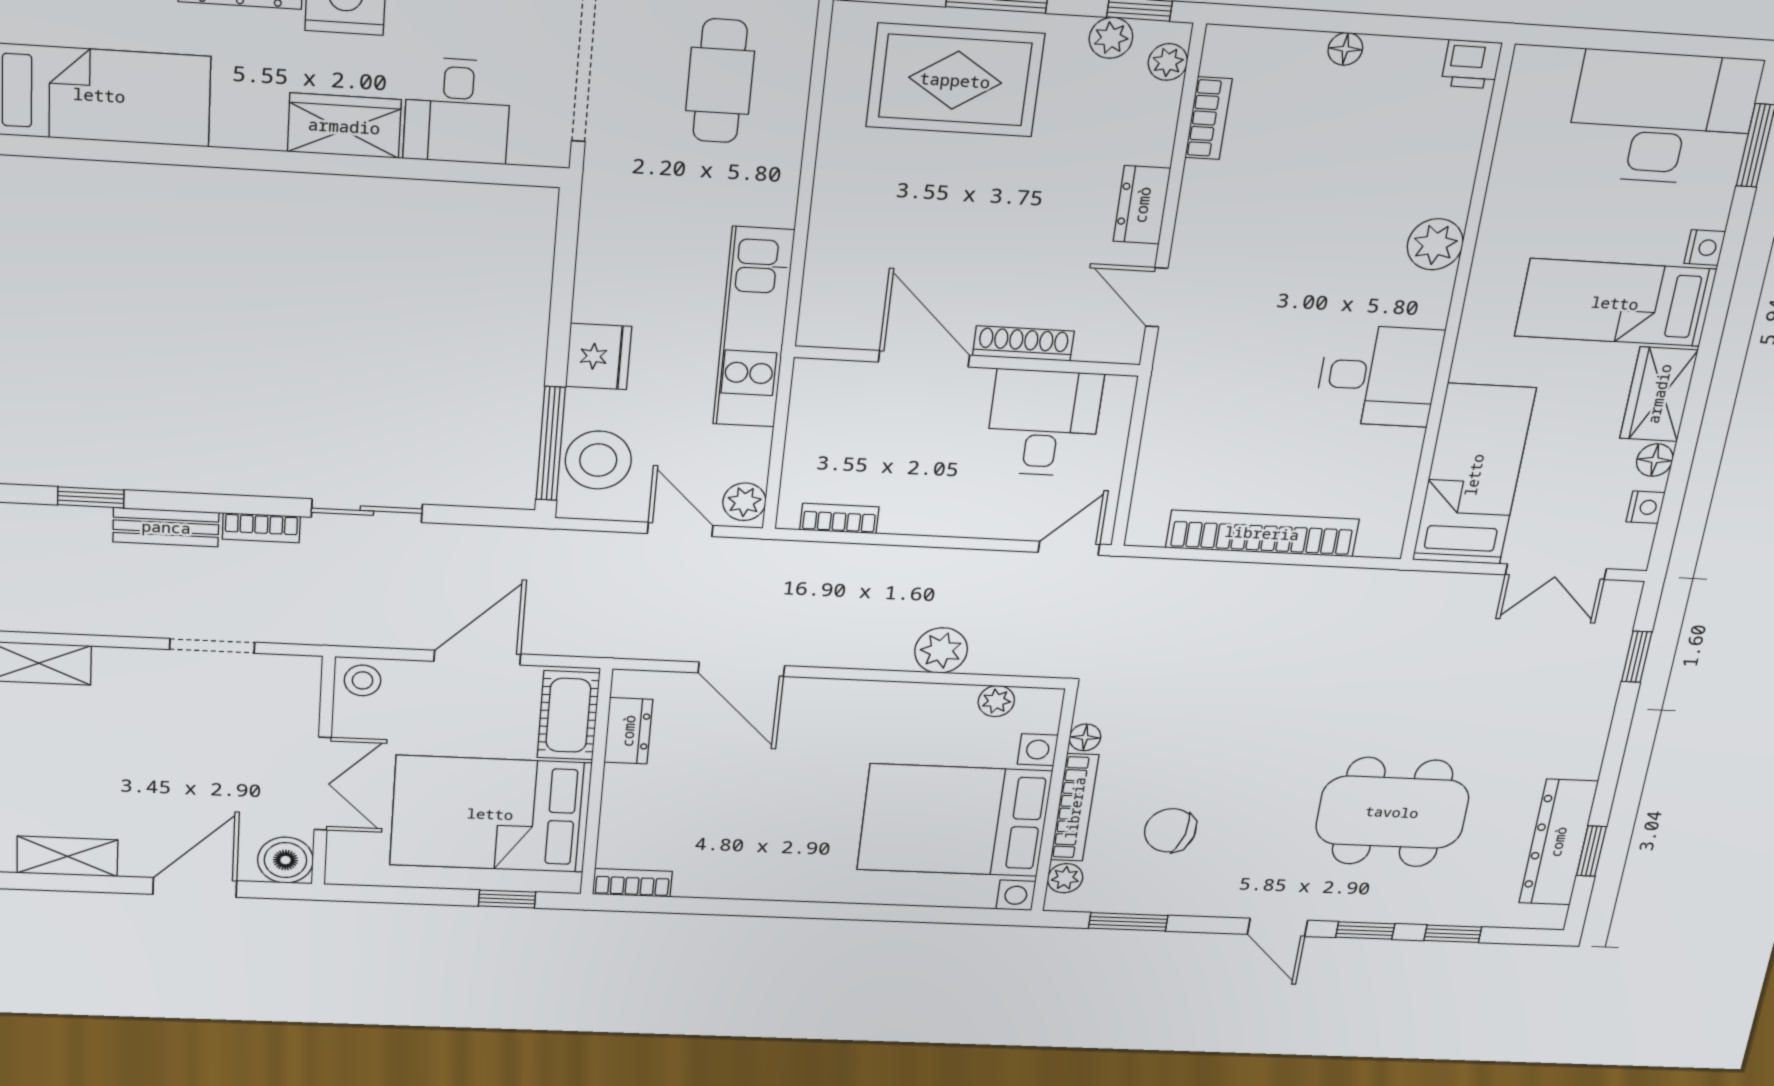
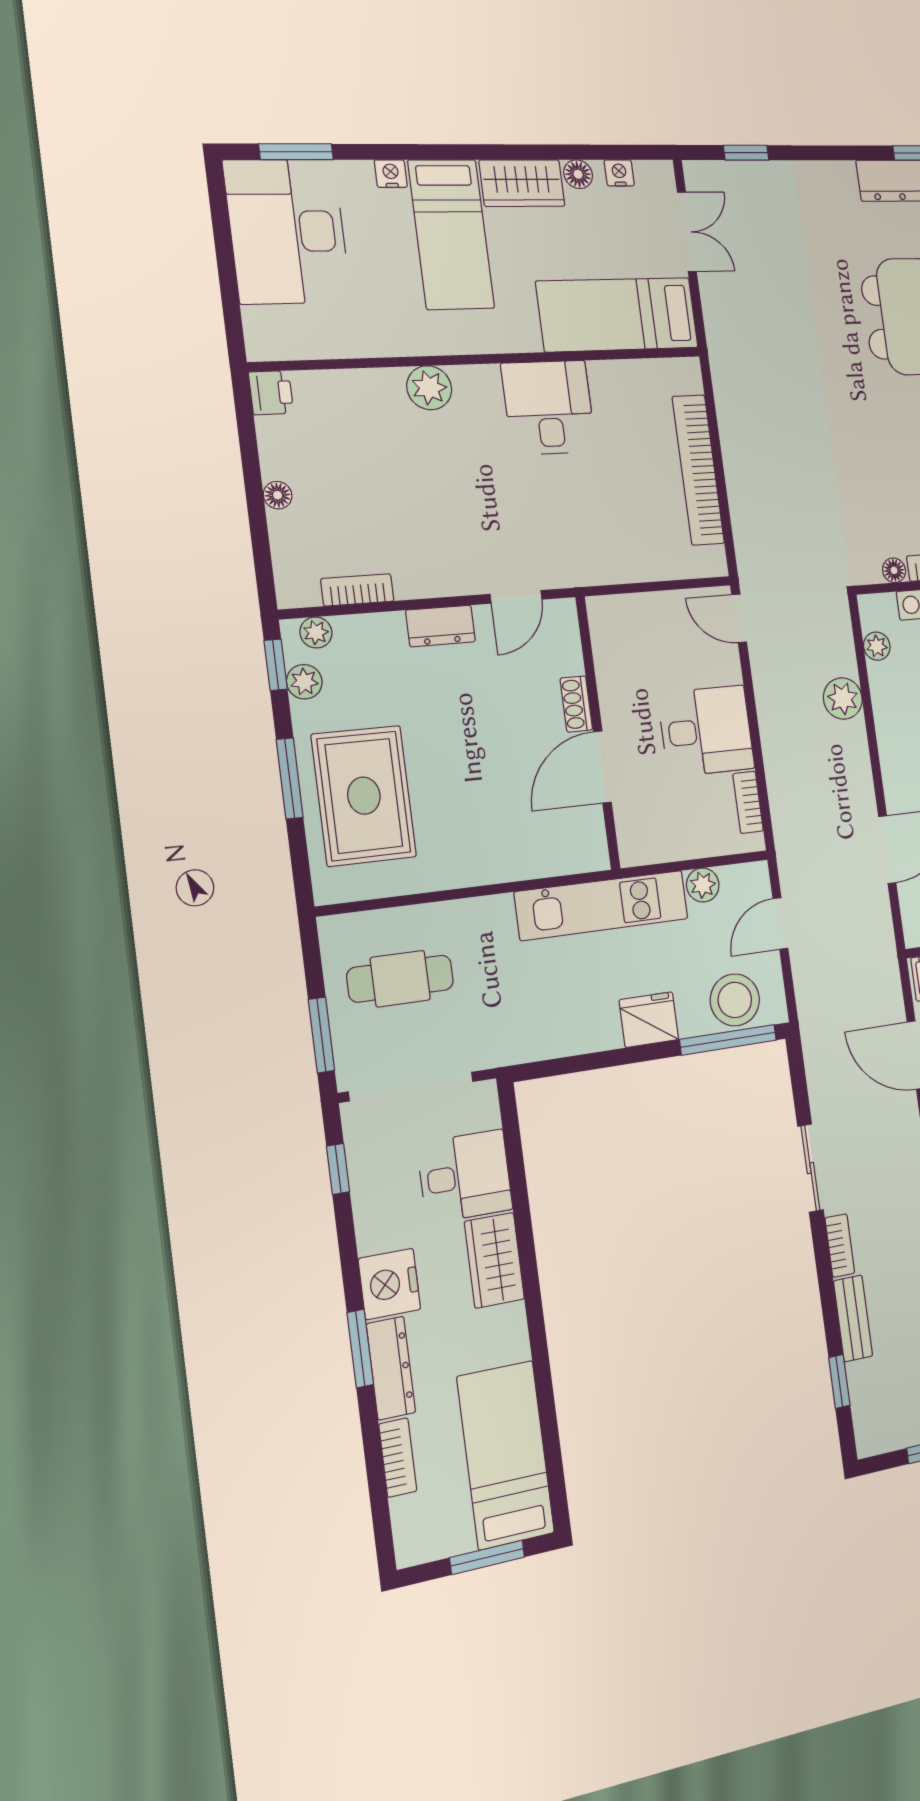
shoe rack: (1023, 343) -> (576, 704), width x0.70
desk: (1044, 423) -> (706, 731), moved, turned 180
plant: (744, 502) -> (703, 885), moved

